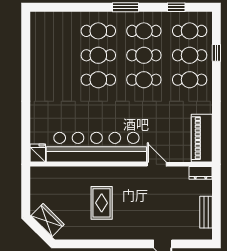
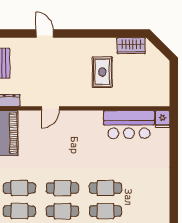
bar counter: (96, 147) -> (129, 125), width x0.54
door: (157, 164) -> (50, 108), hinge flipped
wardrobe: (48, 220) -> (131, 46), moved, turned -45

